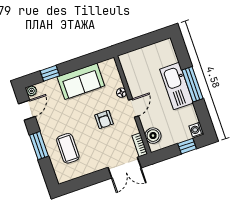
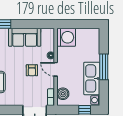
washing machine: (133, 63) -> (66, 37), added
kitchen sink: (176, 86) -> (92, 78), moved
door: (134, 108) -> (56, 69), swing flipped

